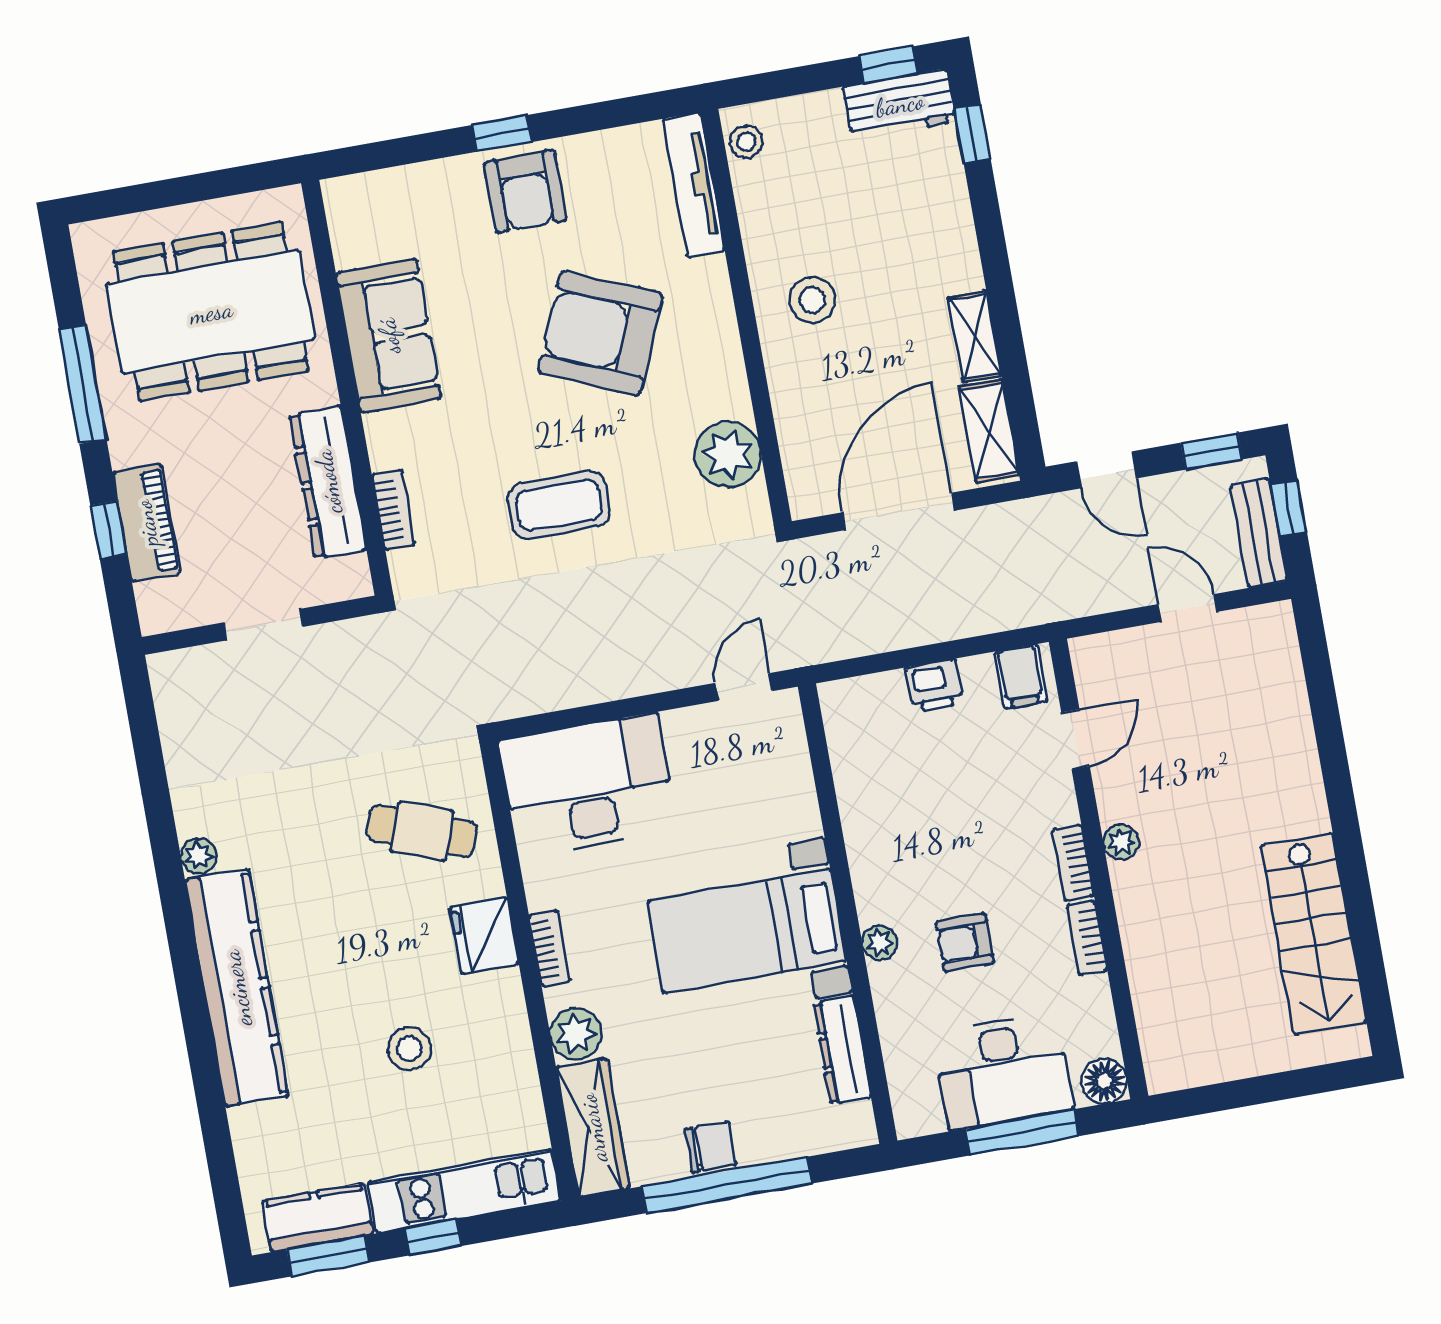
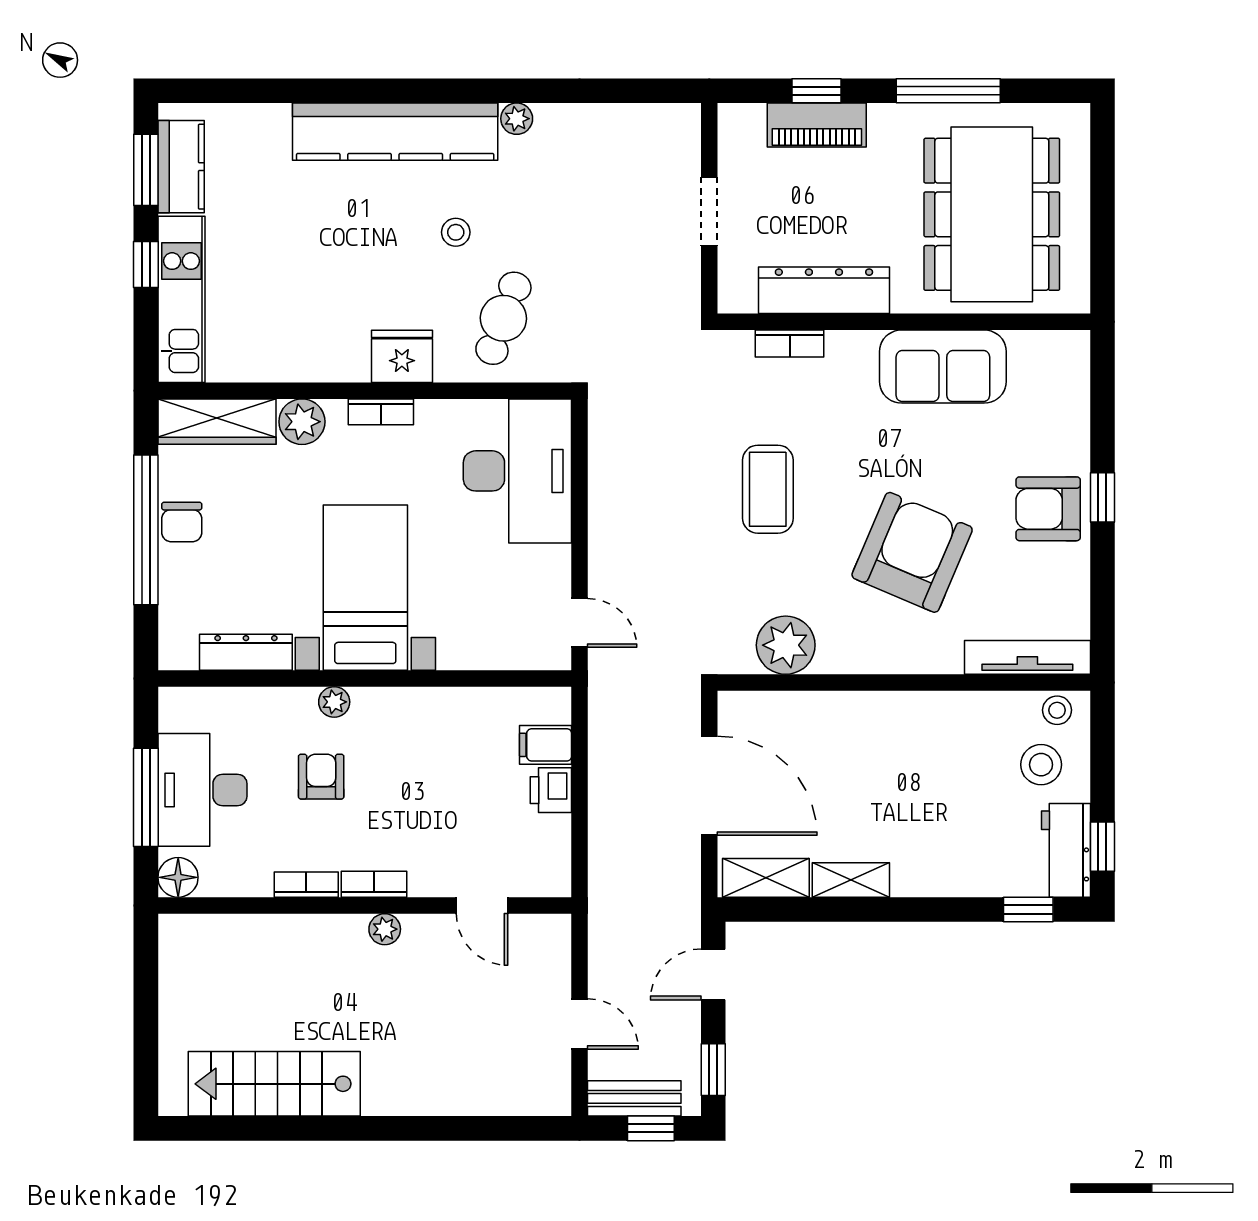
stool: (812, 300) -> (1041, 765), moved
door: (1187, 608) -> (580, 1024), hinge flipped
filing cabinet: (1021, 676) -> (546, 745), moved
stool: (409, 1049) -> (456, 232), moved, width x0.73, depth x0.73

